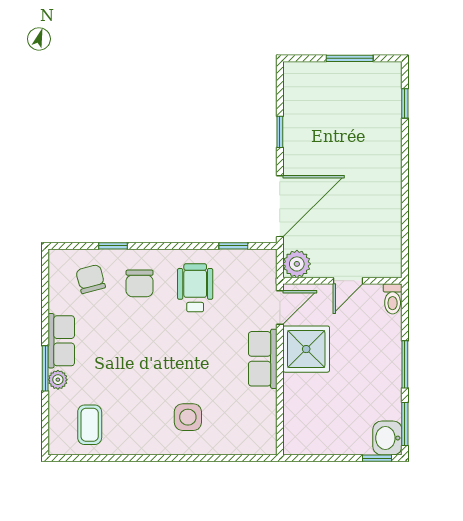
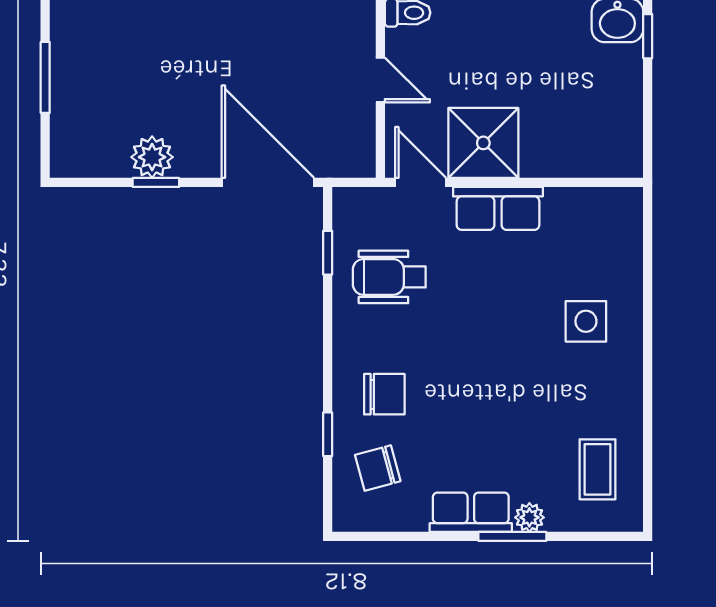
plant: (297, 264) -> (152, 157), moved
wheelchair: (195, 288) -> (389, 277), moved
coffee table: (90, 425) -> (597, 469), turned 90

